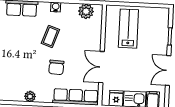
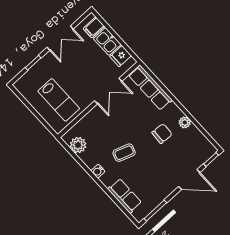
lab bench: (128, 29) -> (59, 100), turned -90
chair: (56, 67) -> (162, 134), moved

